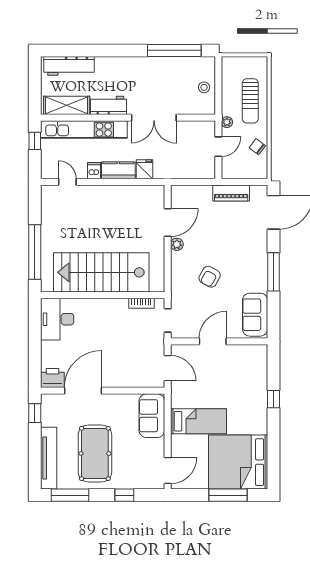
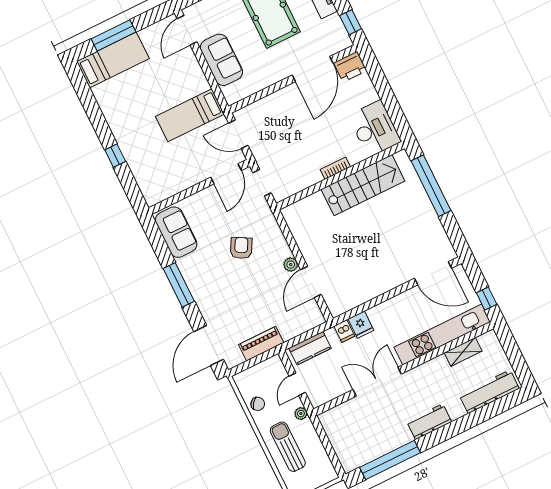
stool: (204, 87) -> (341, 437), removed
shelving: (67, 105) -> (463, 352), width x0.67, depth x0.75
workbench: (109, 105) -> (429, 422), moved, turned 180
kitchen counter: (118, 170) -> (310, 348), moved
dishwasher: (94, 171) -> (344, 331), moved
door: (67, 182) -> (433, 273), width x1.88
stairs: (101, 272) -> (363, 185), width x0.73, depth x0.66
bookcase: (141, 303) -> (335, 168), moved
door: (213, 341) -> (226, 174), moved
sofa: (152, 416) -> (221, 60), moved
bed: (198, 421) -> (190, 115), moved
bed: (238, 462) -> (113, 60), width x0.49

